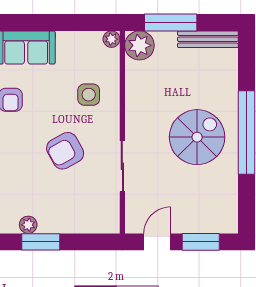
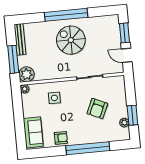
armchair: (65, 151) -> (97, 109), moved, turned 53

